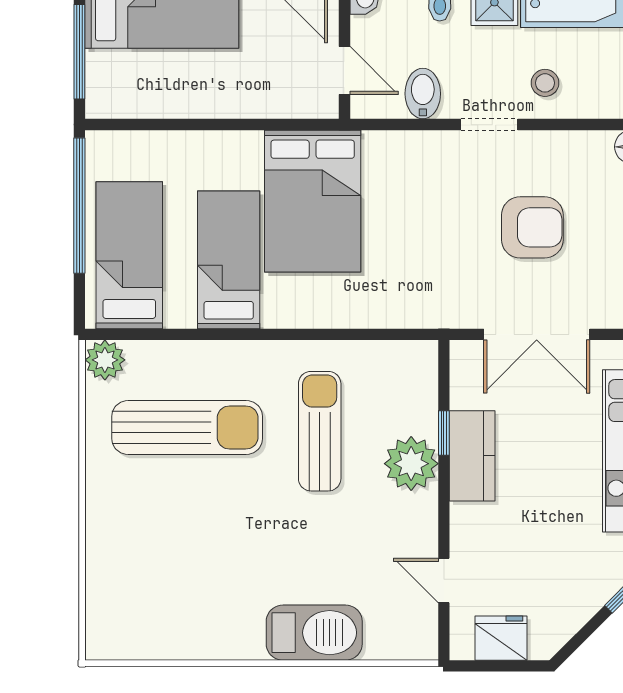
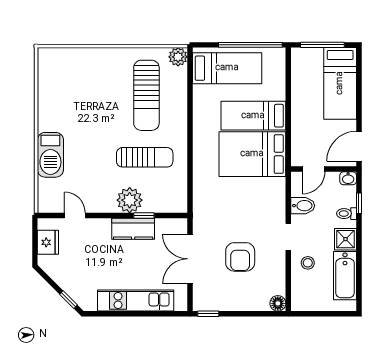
bed: (229, 260) -> (253, 116), moved, turned 180
door: (444, 581) -> (75, 216), hinge flipped

